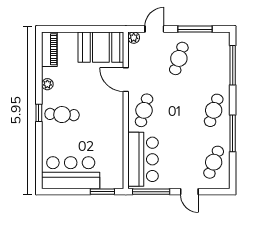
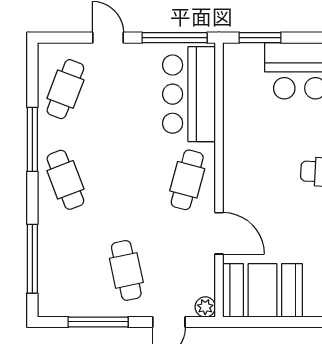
cafe table: (179, 58) -> (126, 270), turned -30
cafe table: (214, 110) -> (65, 180), turned -39

